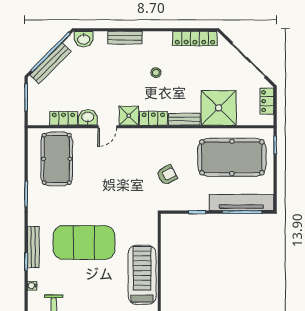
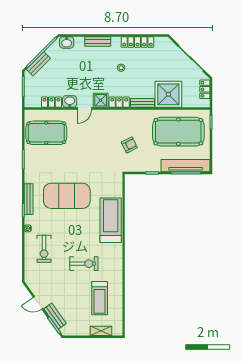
locker: (195, 39) -> (138, 42), moved
bench: (51, 63) -> (38, 64), width x0.73
pool table: (57, 159) -> (46, 133), turned 90

